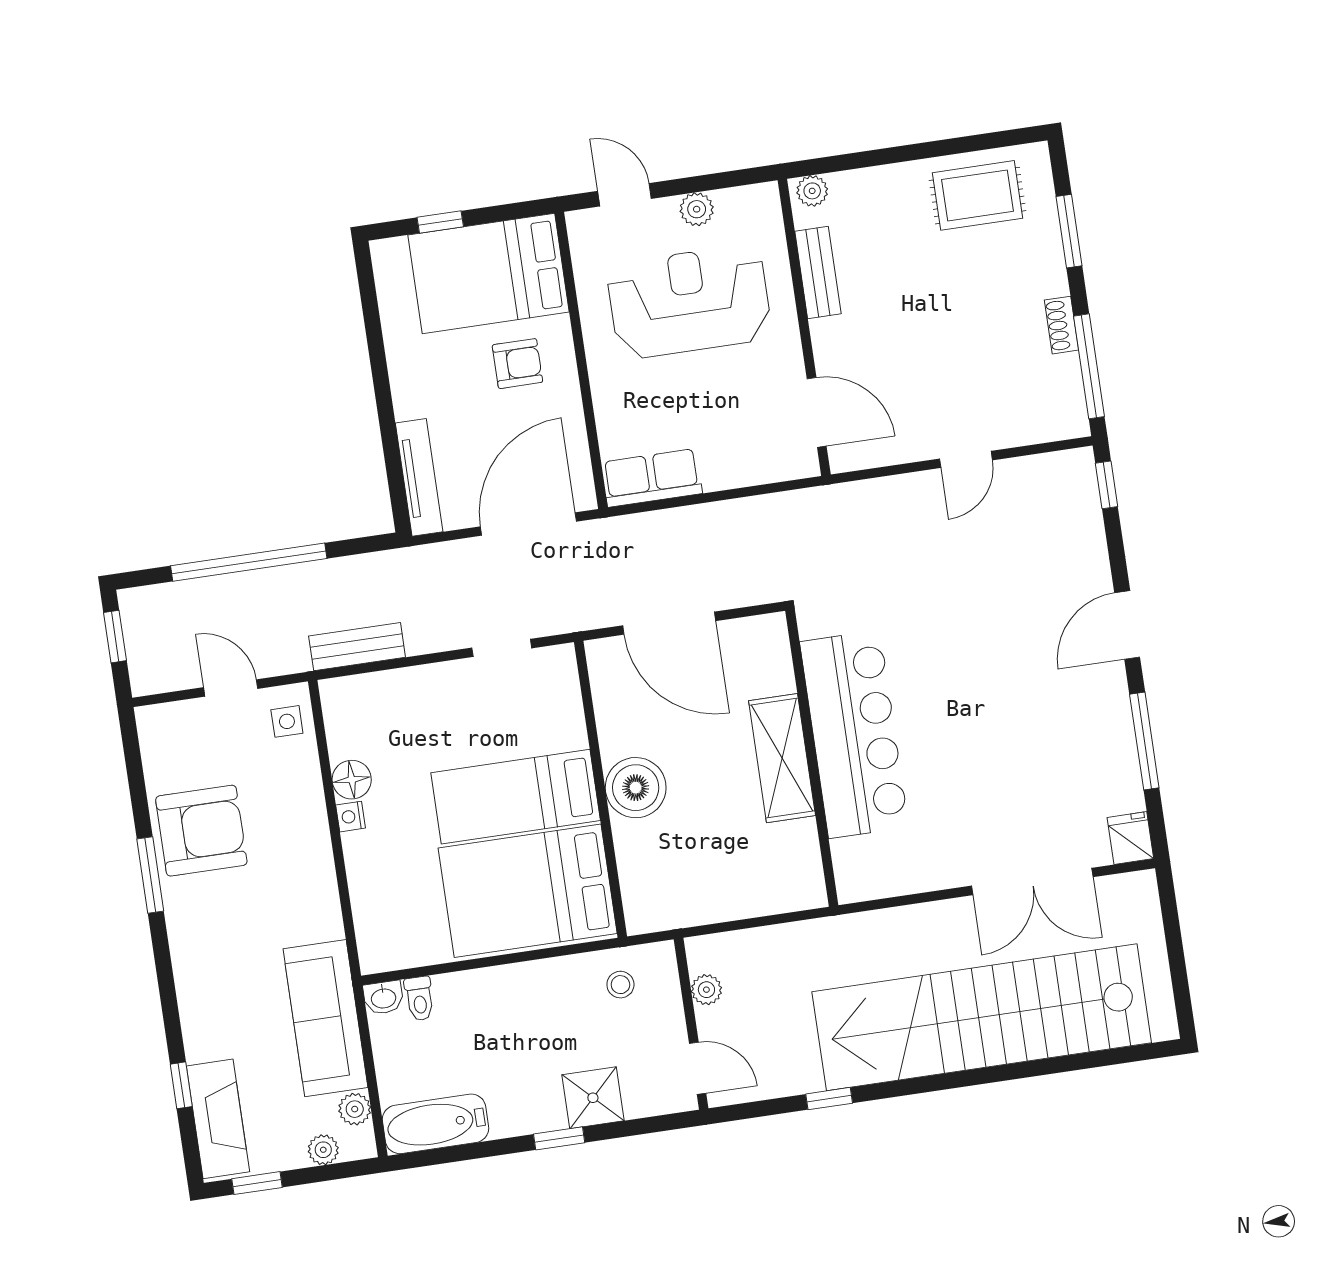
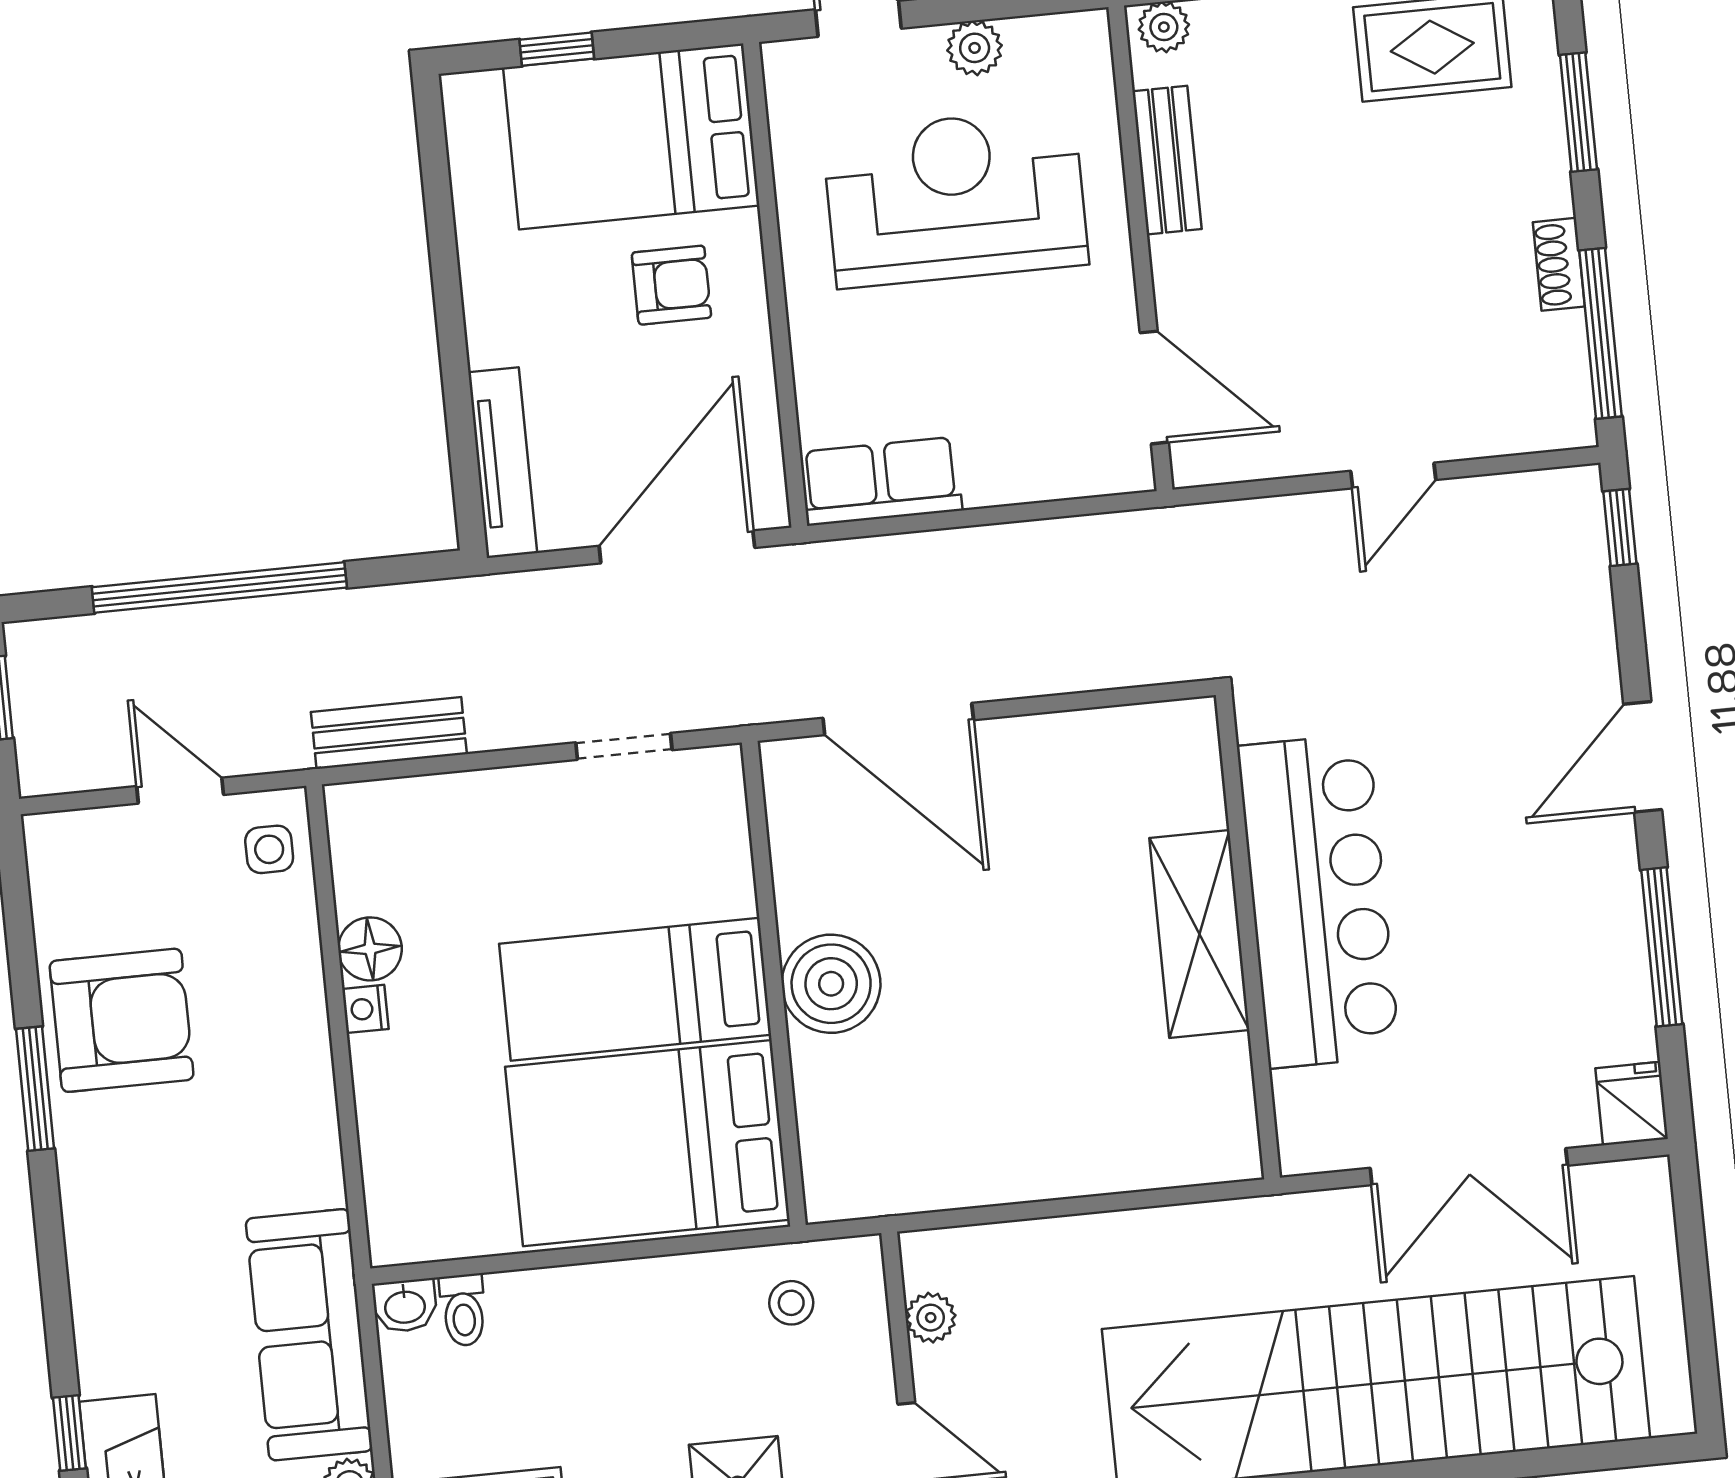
bar counter: (854, 734) -> (1319, 901), moved
shelving: (782, 758) -> (1199, 934), moved
wall: (812, 758) -> (1248, 936), moved

